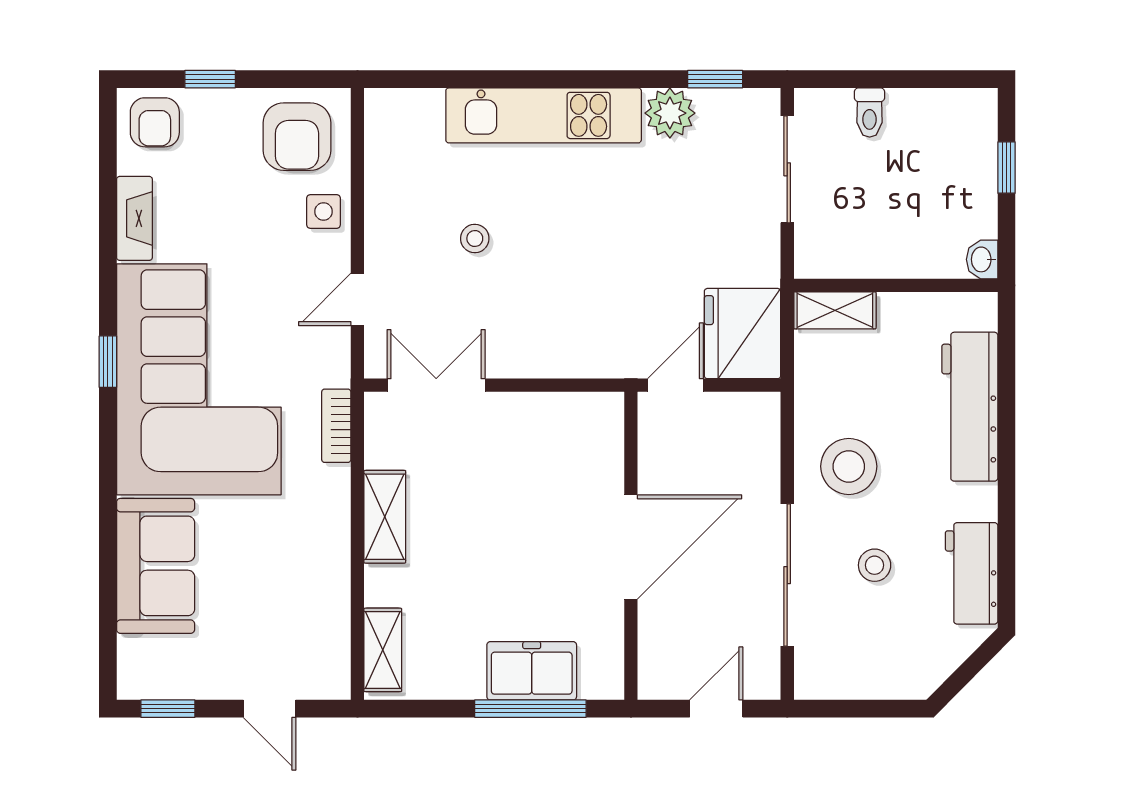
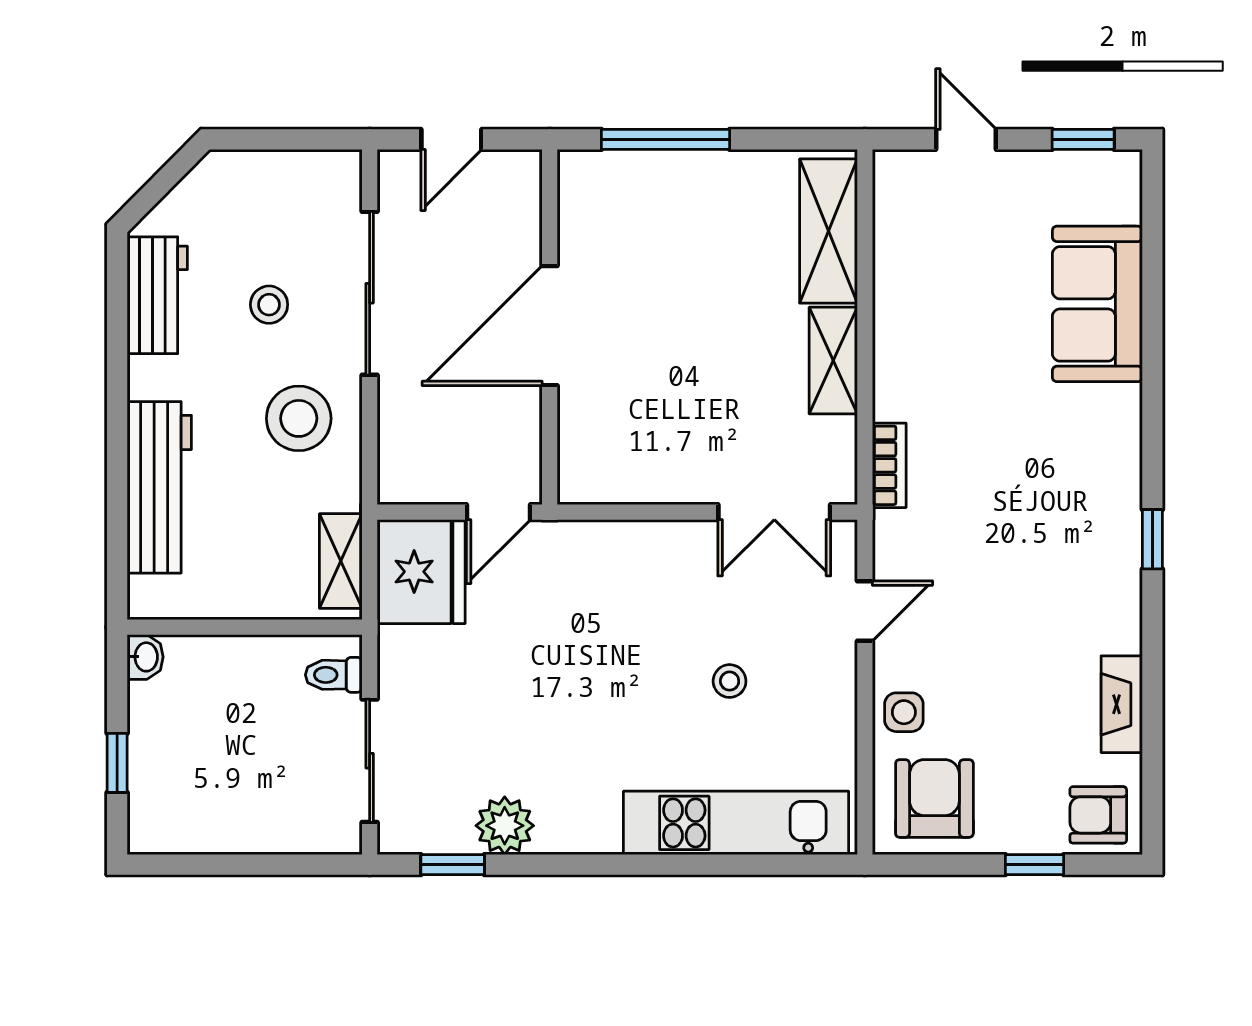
toilet: (870, 113) -> (334, 675), moved, turned -90
kitchen unit: (544, 115) -> (736, 823), moved
armchair: (155, 122) -> (1098, 815), turned -90
shelving: (835, 310) -> (341, 561), moved, turned 90
corner sofa: (199, 379) -> (1048, 519), removed
shelving: (383, 650) -> (828, 231), width x1.50, depth x1.33
freezer: (532, 671) -> (664, 183), removed

